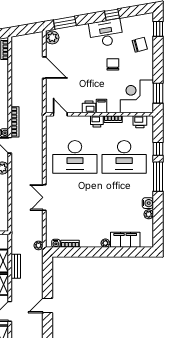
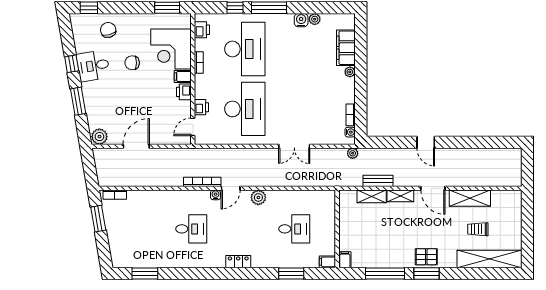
window: (65, 23) -> (78, 101), moved
desk: (106, 33) -> (93, 66), width x0.73
corner desk: (137, 96) -> (171, 49), moved
printer: (97, 121) -> (201, 107), moved

